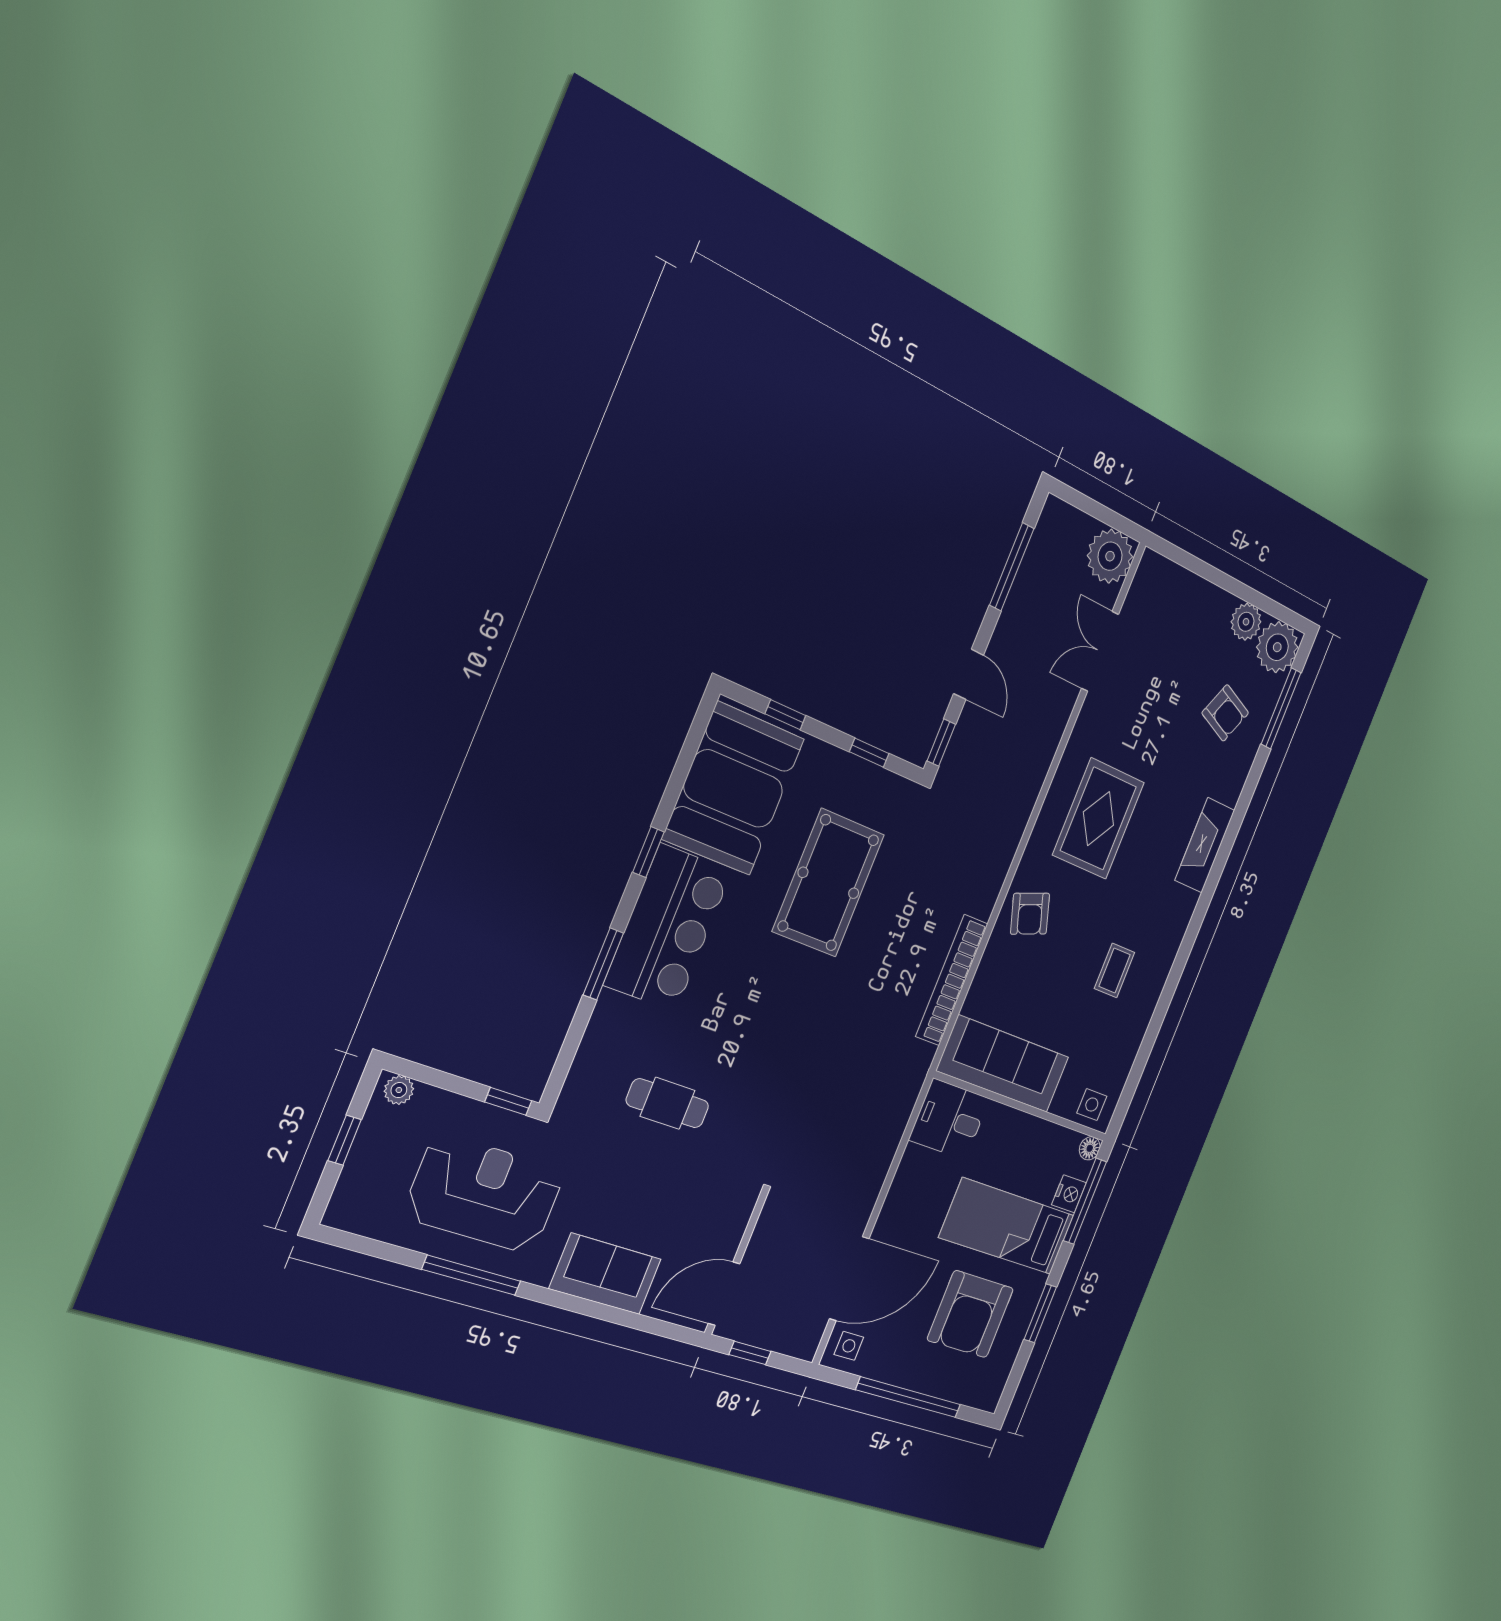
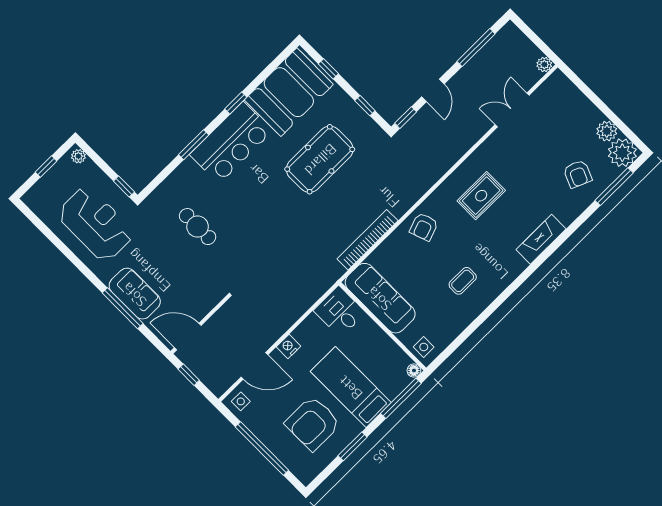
plant: (1110, 556) -> (544, 65), width x0.53, depth x0.53
rug: (1098, 819) -> (481, 196), width x0.73, depth x0.70
nightstand: (1069, 1194) -> (289, 347), moved, turned 180
window: (472, 1275) -> (123, 308), moved
door: (849, 1279) -> (254, 366), width x0.73

